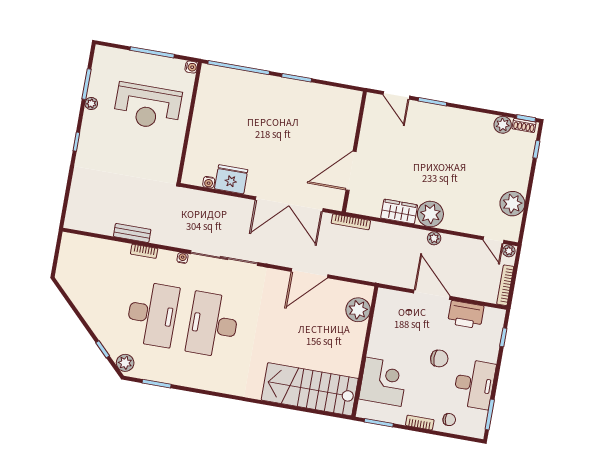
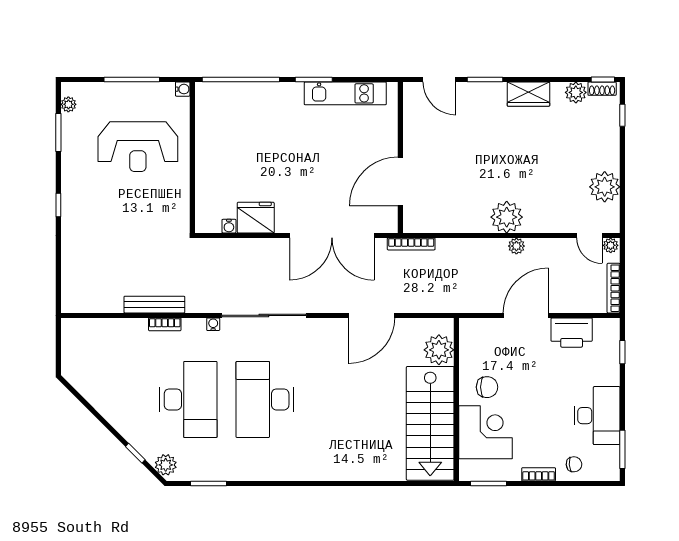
kitchen unit: (320, 93) -> (345, 93), added
plant: (91, 104) -> (68, 104), moved
wardrobe: (399, 212) -> (528, 94), moved, turned 180
bench: (132, 233) -> (154, 305), width x1.36
door: (432, 295) -> (526, 315), hinge flipped
chair: (439, 358) -> (487, 387), moved
stairs: (310, 389) -> (430, 423), moved, turned -90

